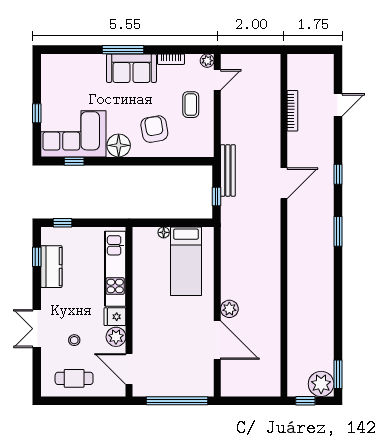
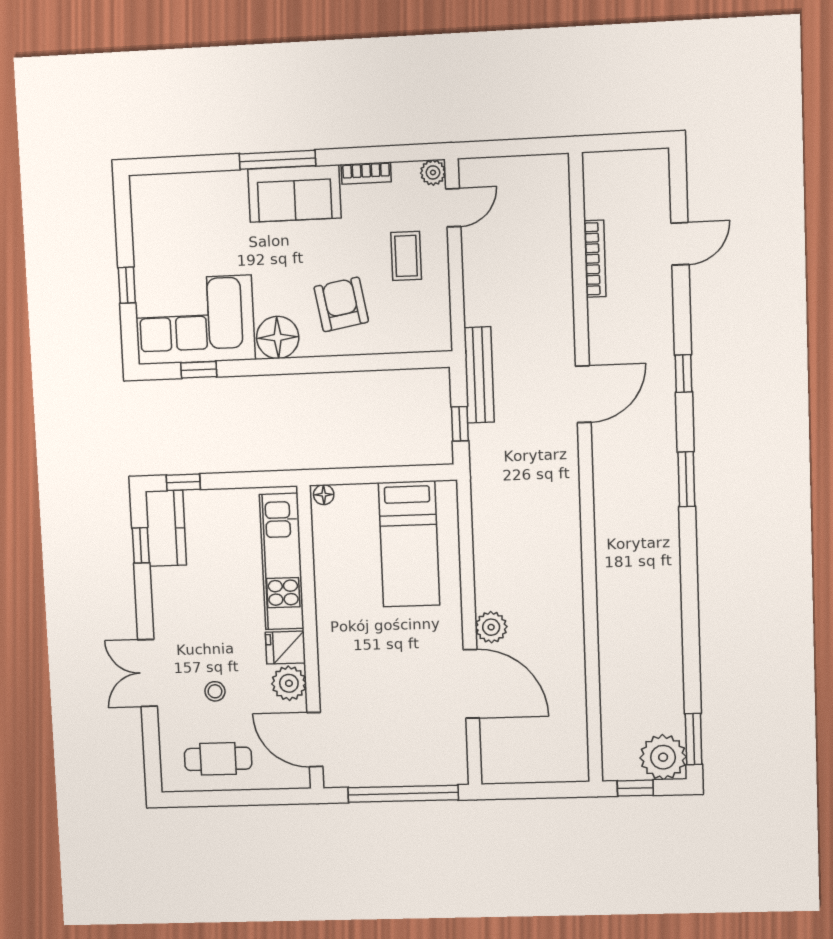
floor lamp: (164, 232) -> (324, 495), moved
kitchen counter: (51, 267) -> (166, 528), moved

